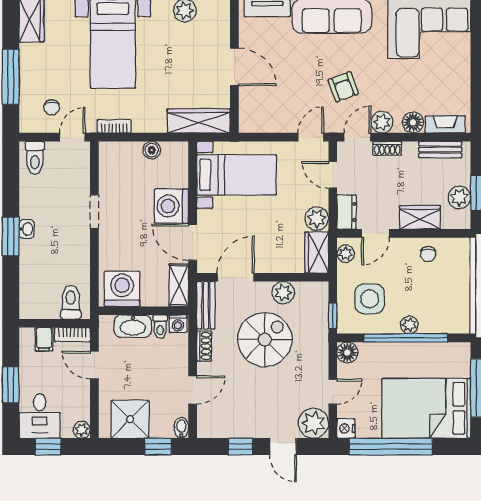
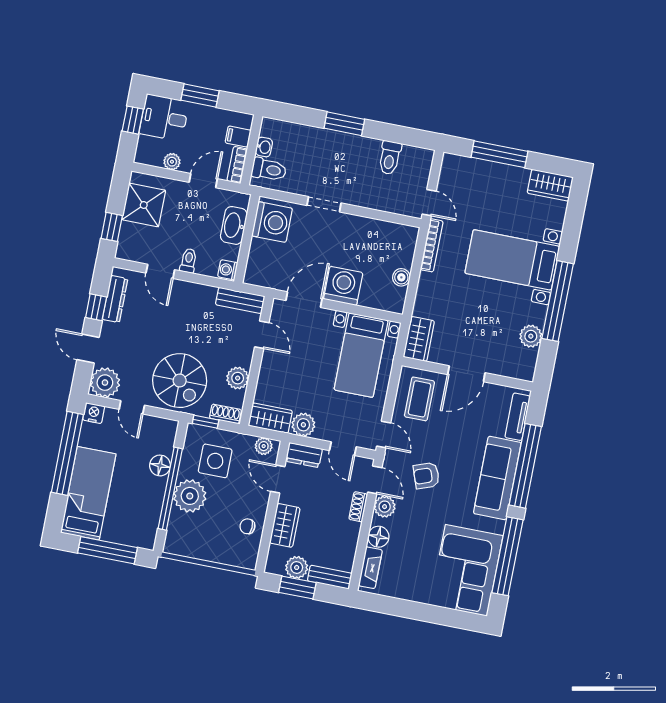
chair: (52, 107) -> (462, 188), removed
coffee table: (269, 109) -> (419, 399), added
wardrobe: (199, 121) -> (419, 339), width x0.67
bookcase: (114, 126) -> (432, 245), width x1.56
bench: (440, 150) -> (330, 577), moved, turned 90
toilet: (35, 158) -> (390, 158), moved, turned -90
door: (333, 175) -> (343, 449), swing flipped
doorway: (94, 212) -> (324, 204), moved
washbasin: (27, 229) -> (264, 147), moved, turned -90
door: (236, 277) -> (262, 335), width x0.73
shelving: (179, 285) -> (265, 278), removed
plant: (409, 325) -> (190, 496), width x1.87, depth x1.87
toilet: (160, 327) -> (188, 261), moved, turned 90
spiral stairs: (265, 340) -> (180, 381), moved
shoe rack: (204, 346) -> (225, 414), moved, turned 180
floor lamp: (347, 353) -> (160, 465), moved
bed: (426, 408) -> (88, 493), width x0.67
bidet: (181, 428) -> (126, 253), removed
dresser: (229, 429) -> (115, 299), added
plant: (82, 430) -> (172, 162), moved
door: (283, 447) -> (88, 348), hinge flipped

